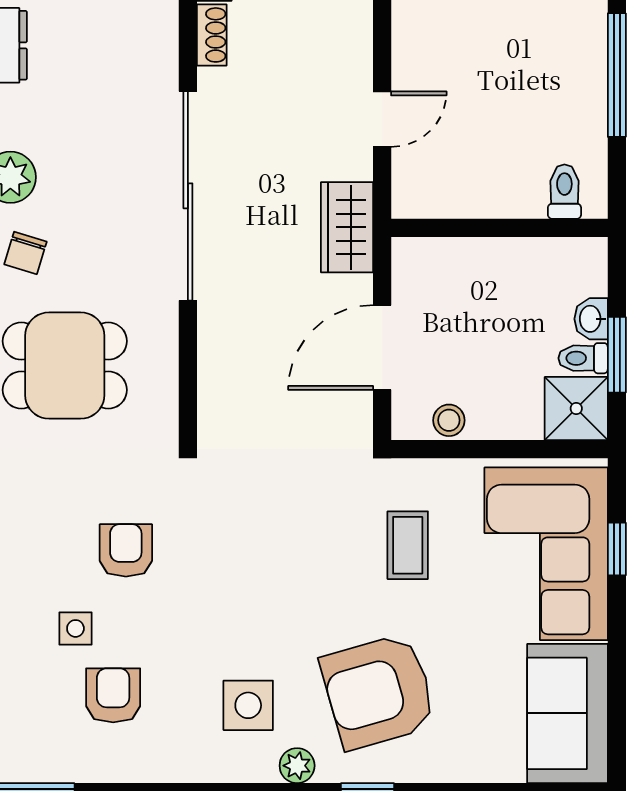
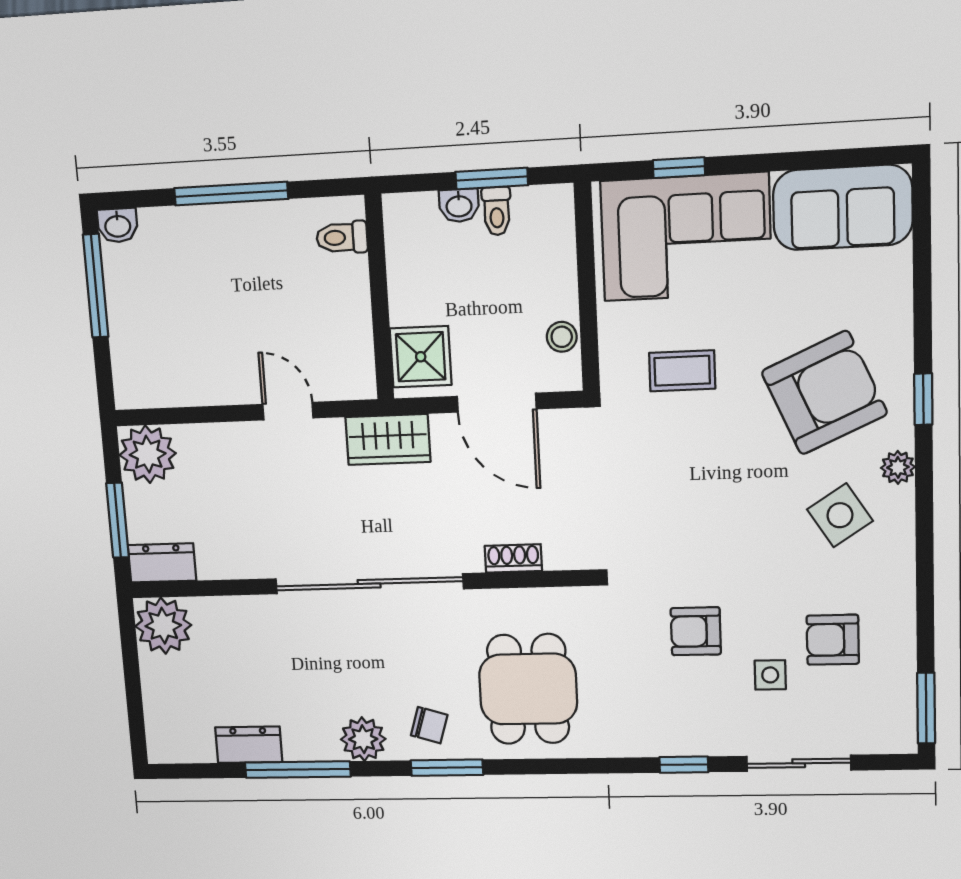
shoe rack: (212, 35) -> (513, 558), moved
shower: (576, 408) -> (421, 357), moved
armchair: (378, 692) -> (824, 393), turned -98
side table: (248, 705) -> (840, 515), turned -33

